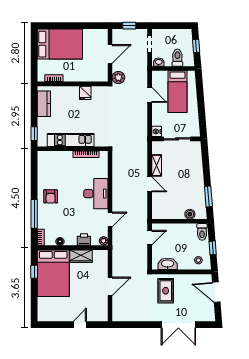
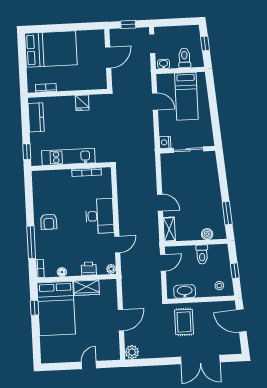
plant: (118, 78) -> (132, 352), moved
shelving: (157, 165) -> (169, 229), moved
toilet: (202, 232) -> (202, 254), moved

